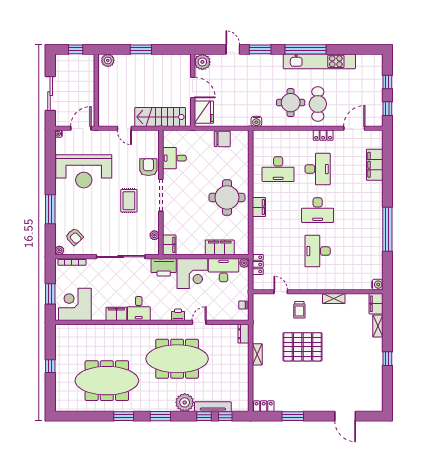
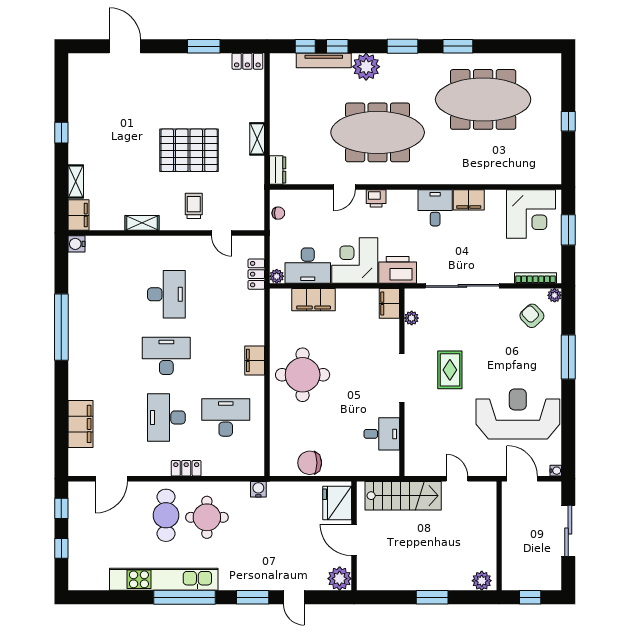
door: (81, 128) -> (522, 479), swing flipped
locker: (323, 135) -> (186, 468), moved
armchair: (148, 167) -> (421, 420), removed

